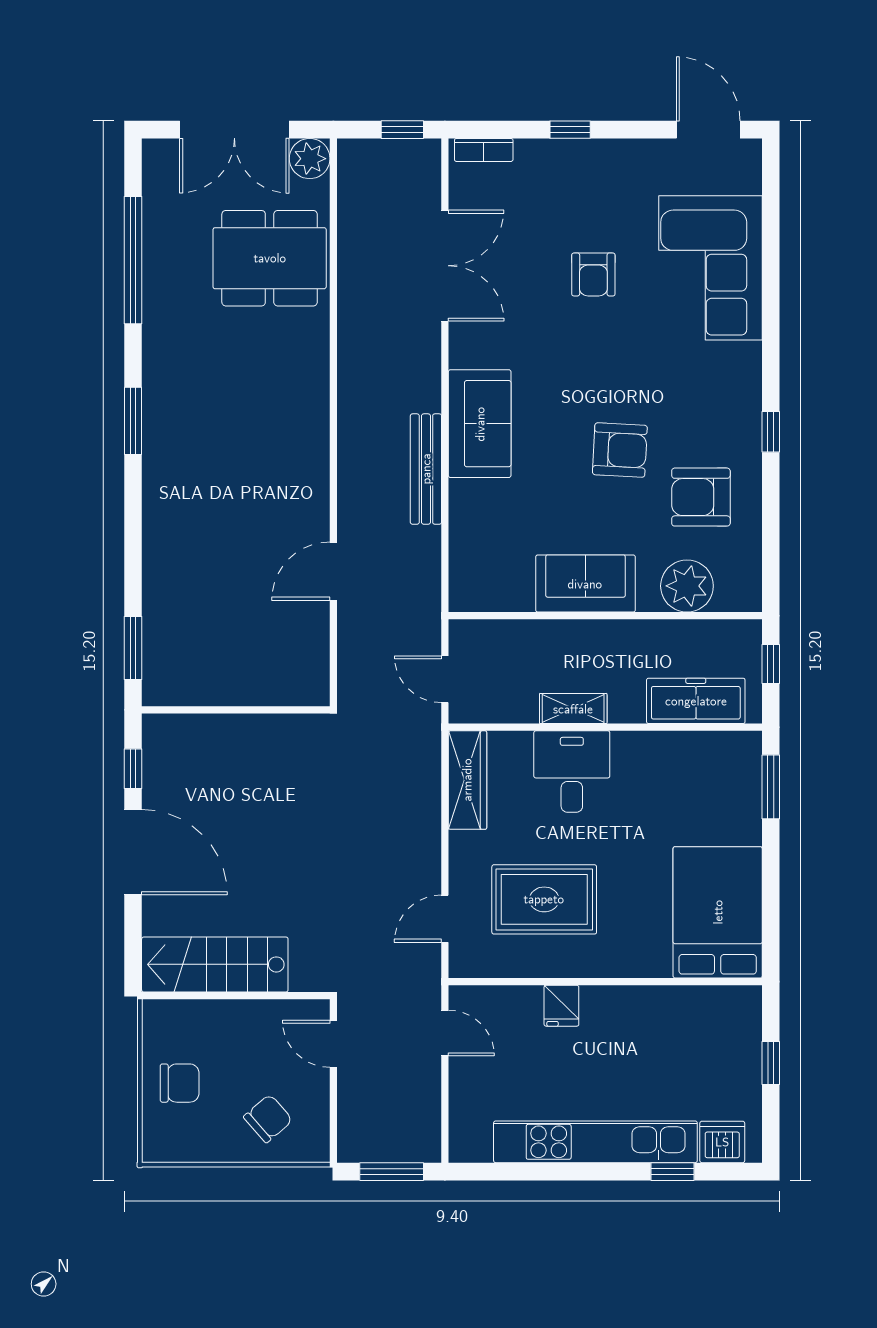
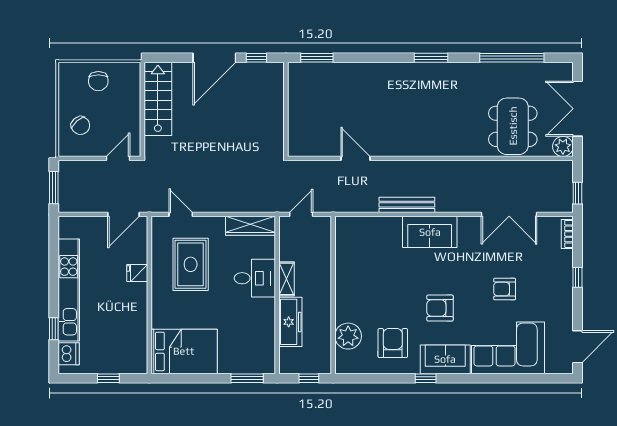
armchair: (620, 450) -> (440, 308), moved, turned 87
sofa: (585, 584) -> (445, 359), moved, turned -90
freezer: (696, 701) -> (290, 322), moved
door: (445, 1033) -> (123, 214), width x1.38

